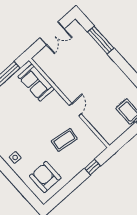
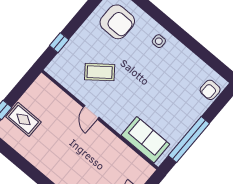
coffee table: (64, 140) -> (100, 72), turned 44

